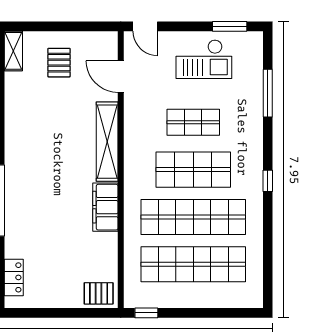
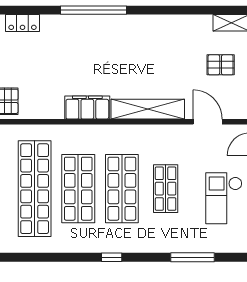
door: (121, 77) -> (208, 122), hinge flipped
shop shelf: (193, 217) -> (78, 189), width x0.71

